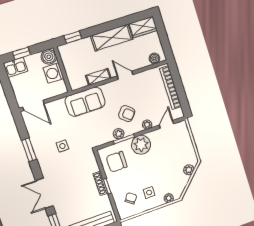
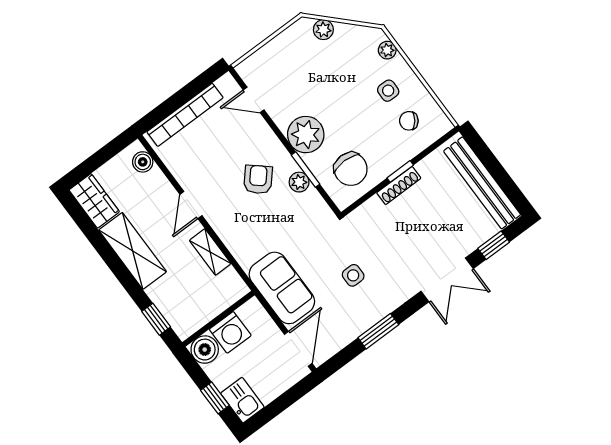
sofa: (85, 102) -> (282, 288), moved
plant: (147, 125) -> (266, 136), removed

